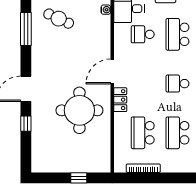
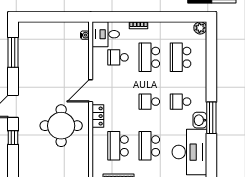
cafe table: (59, 19) -> (42, 43), removed

